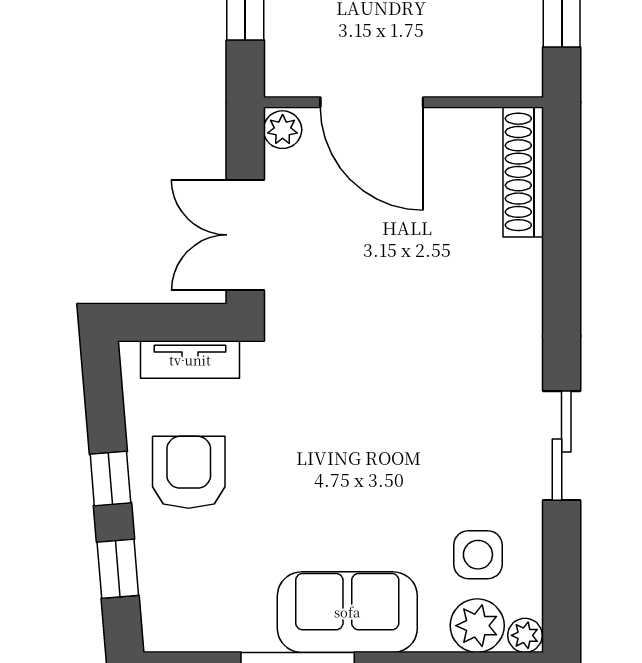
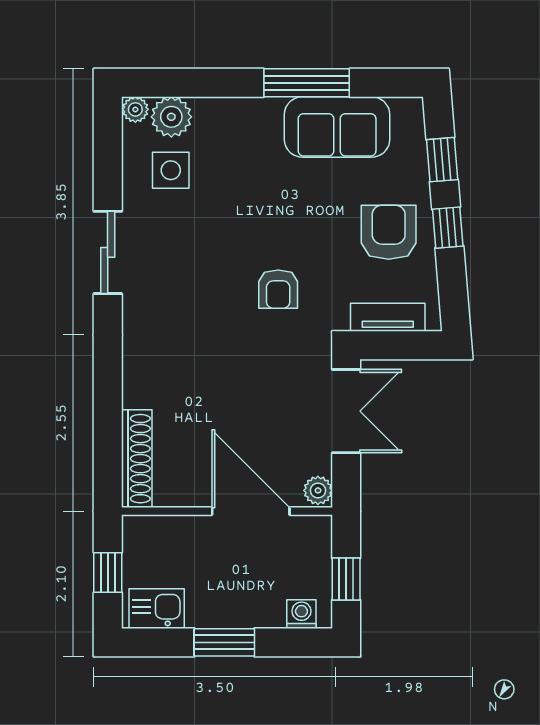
armchair: (335, 397) -> (278, 289), added
armchair: (189, 472) -> (389, 232), turned 180
sofa: (347, 612) -> (337, 127), moved

